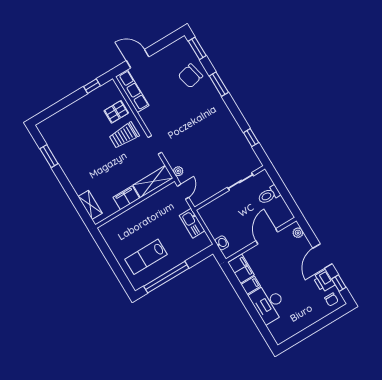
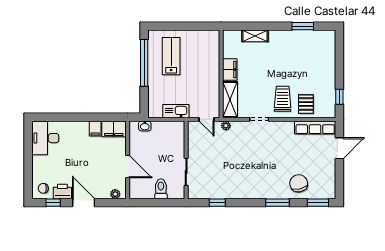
shelving: (90, 205) -> (255, 36), moved
desk: (268, 303) -> (45, 138), moved, turned -90

